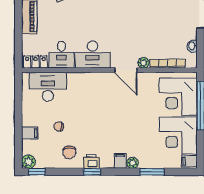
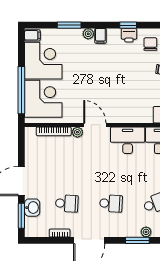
washbasin: (192, 46) -> (30, 149), removed

